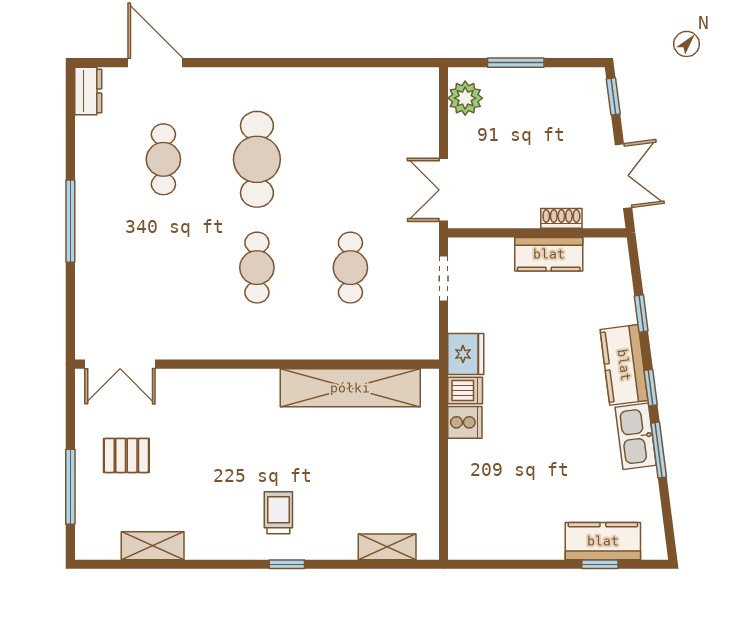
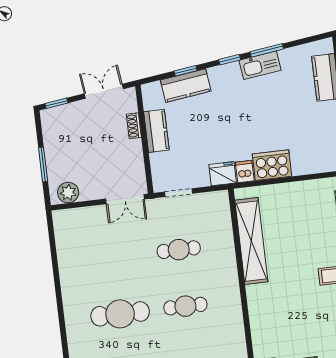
kitchen counter: (624, 365) -> (186, 86), moved
cooker: (465, 422) -> (272, 165), width x1.87, depth x1.31

